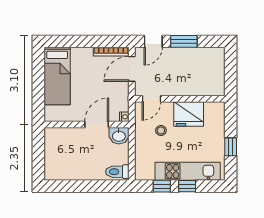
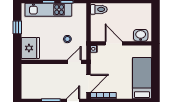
fridge: (189, 114) -> (30, 48), moved, turned 90
door: (97, 125) -> (114, 43), swing flipped
washbasin: (119, 136) -> (141, 35), moved

